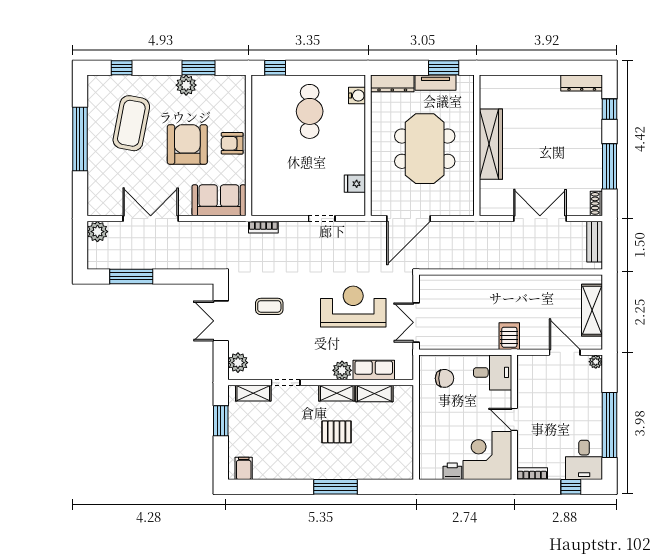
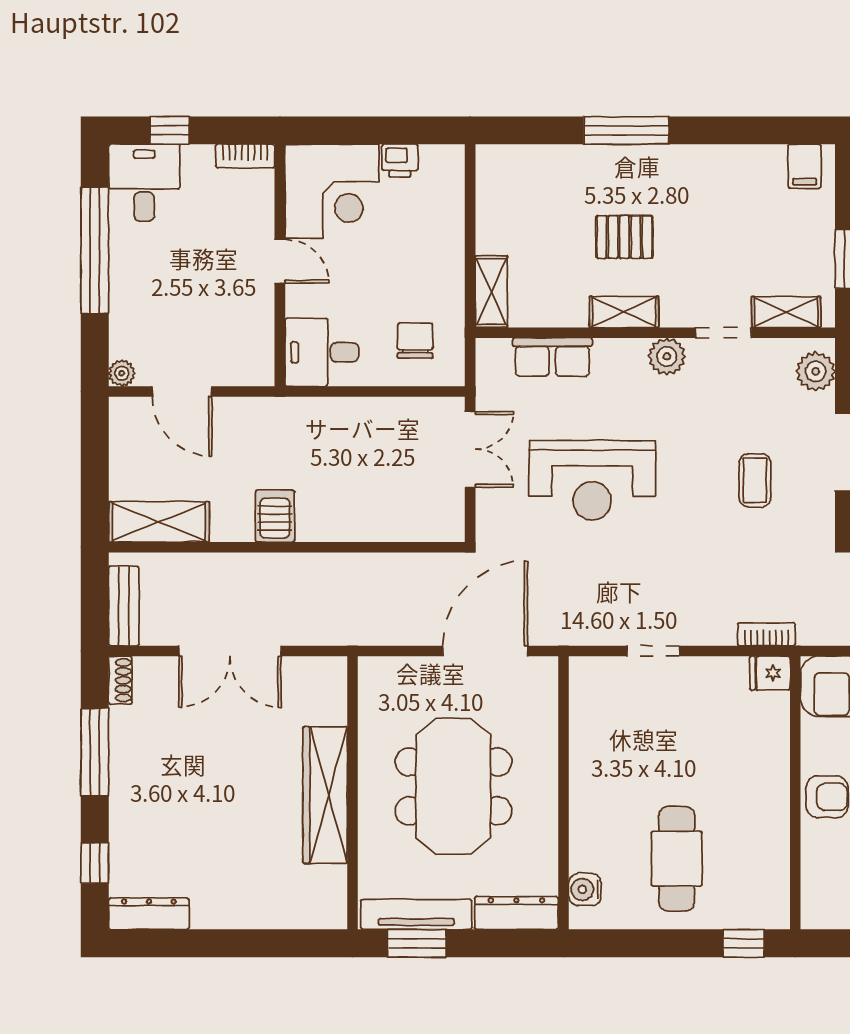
tv unit: (436, 83) -> (416, 914), width x1.41
fridge: (355, 184) -> (770, 673), moved, turned 180
coffee table: (269, 306) -> (755, 480), turned 90
shelving: (592, 310) -> (159, 522), moved, turned 90
server rack: (509, 336) -> (275, 516), moved, turned 180
plant: (342, 370) -> (667, 356), moved
chair: (444, 378) -> (415, 341), turned 90
shelving: (374, 394) -> (491, 292), moved, turned 90

